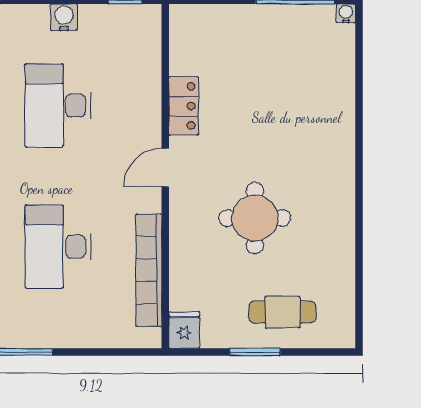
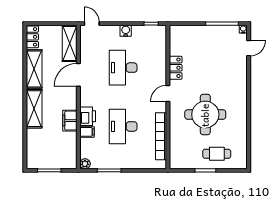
door: (359, 59) -> (249, 48), added
round table: (255, 218) -> (205, 115), width x1.36, depth x1.36
fridge: (184, 330) -> (176, 161), removed

